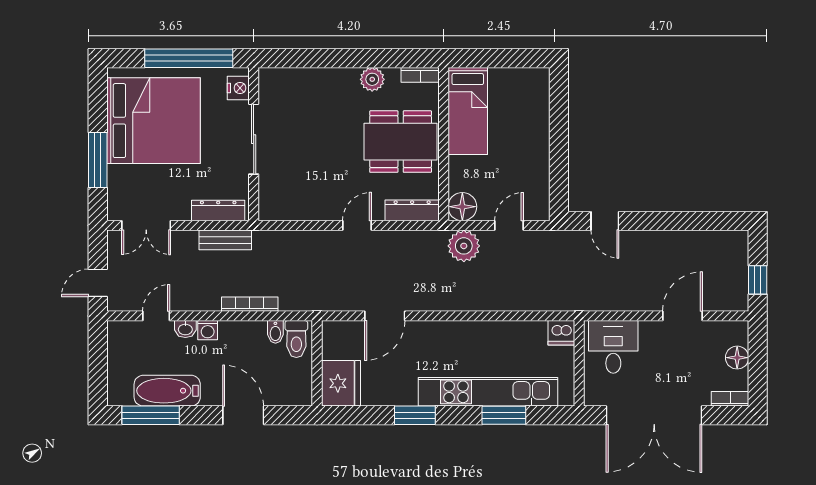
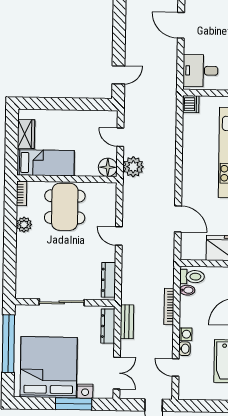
wardrobe: (511, 80) -> (26, 134), added
nightstand: (238, 88) -> (85, 391), moved, turned 180
dresser: (412, 210) -> (108, 280), moved

